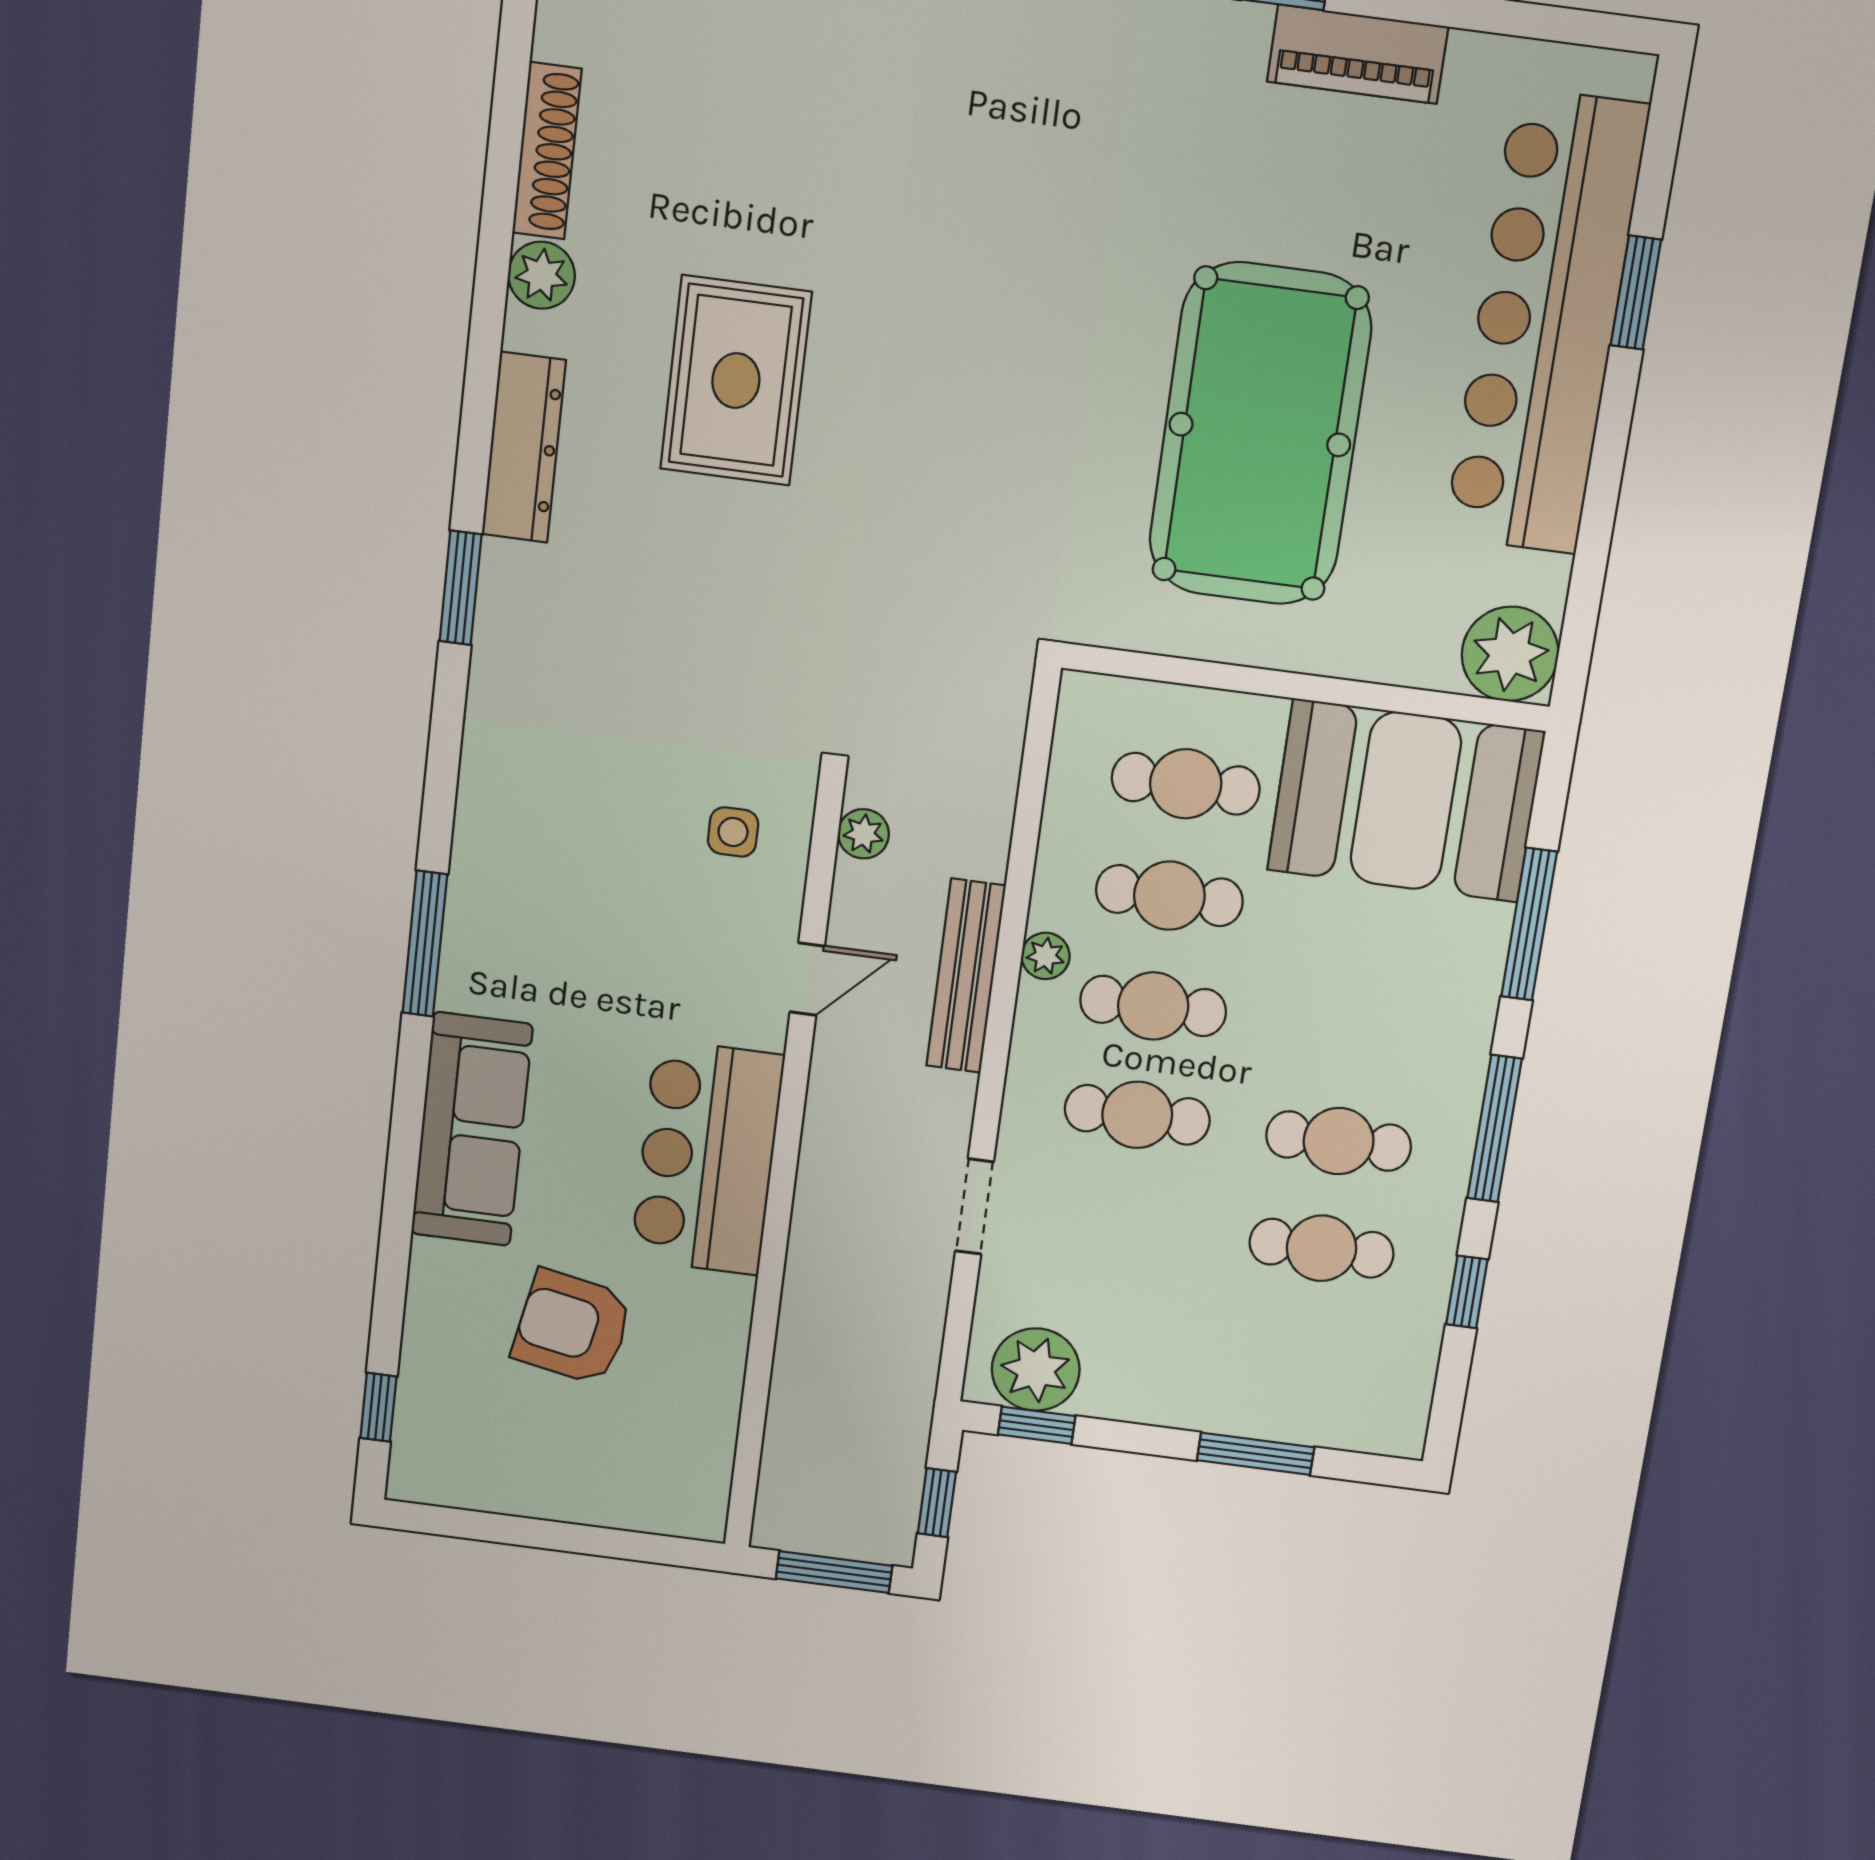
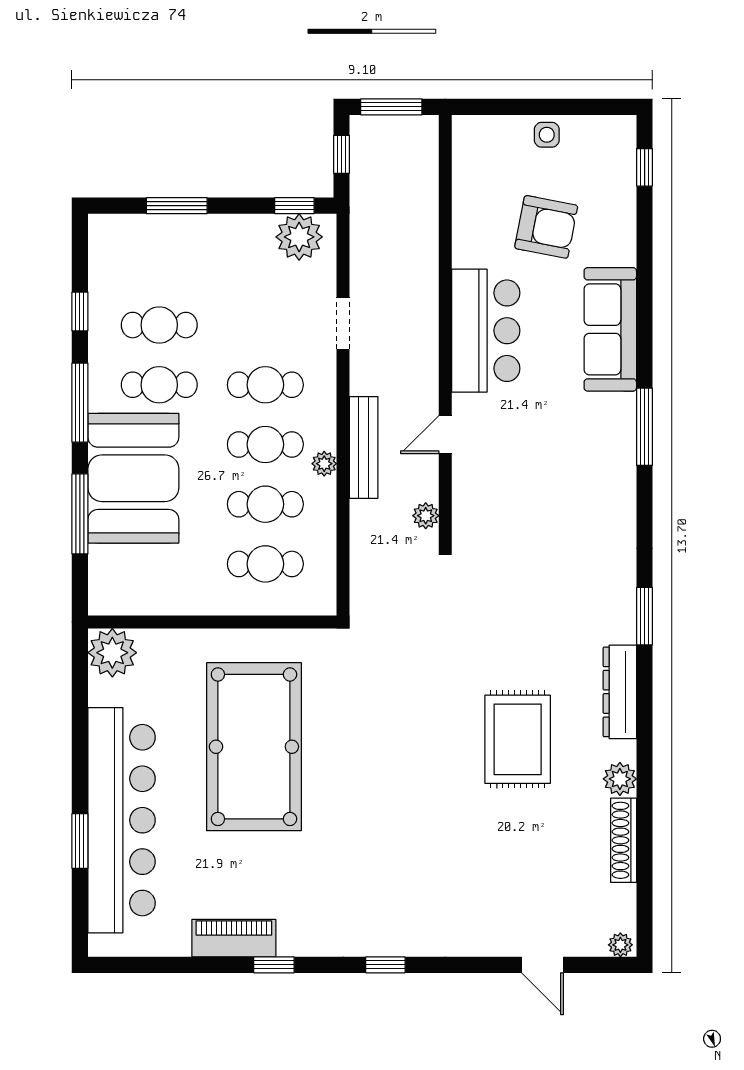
booth: (1406, 801) -> (133, 478), moved, turned 90
side table: (733, 832) -> (547, 135), moved

